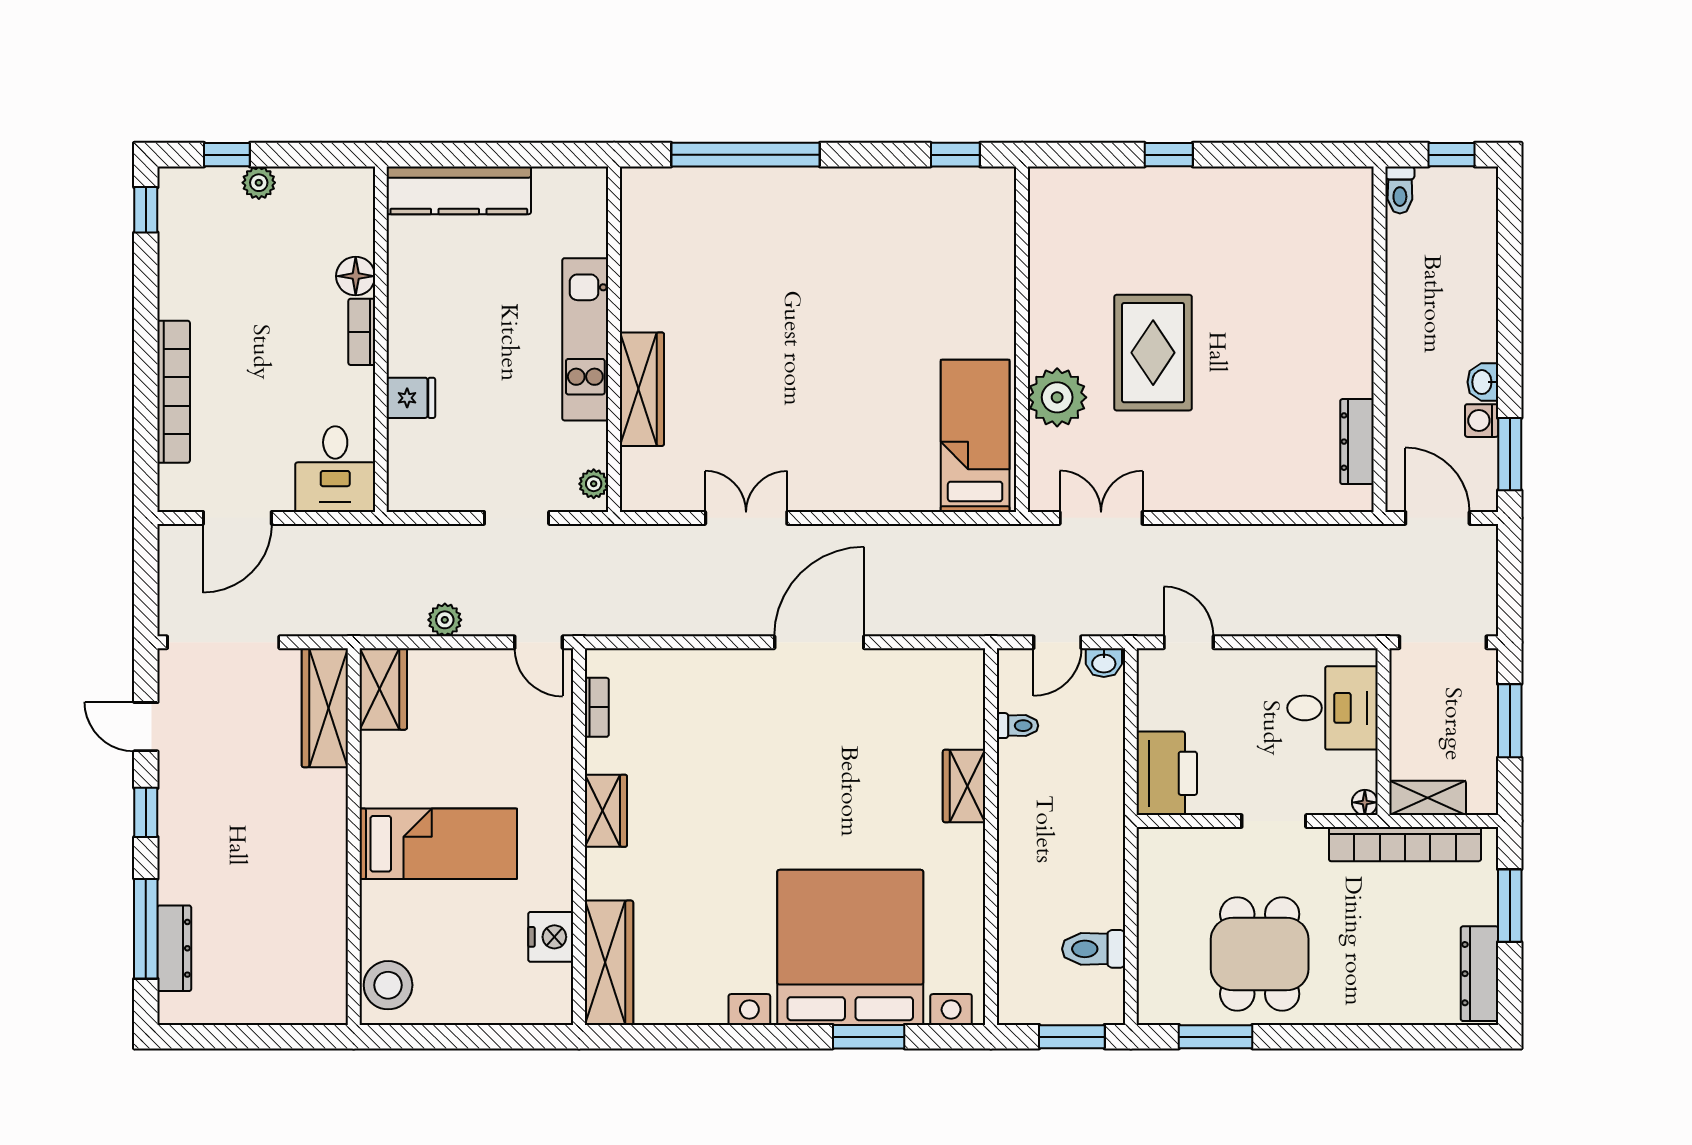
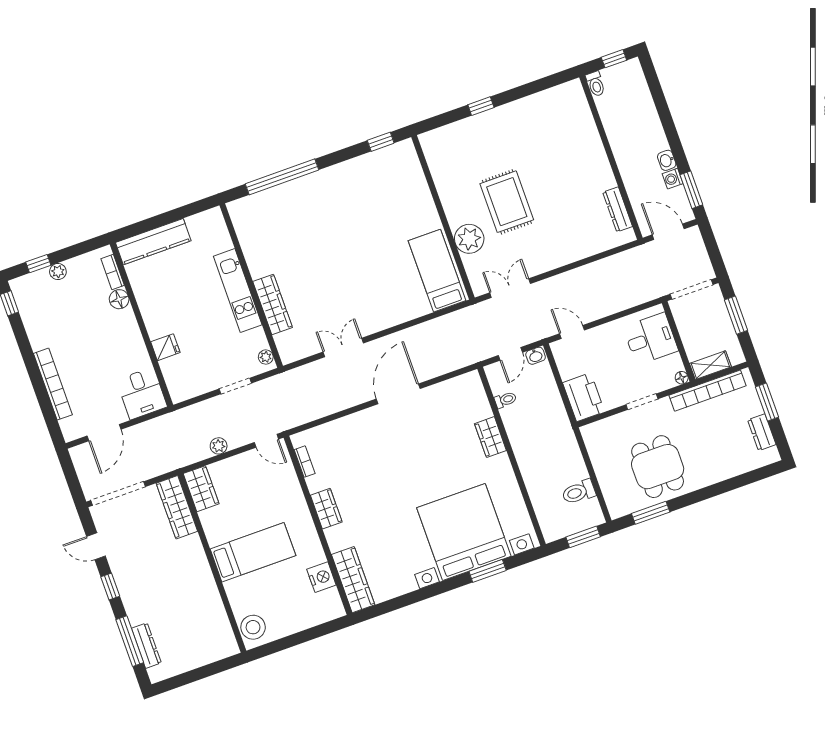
bookcase: (362, 332) -> (113, 272), moved
dresser: (1479, 974) -> (762, 432), width x0.70

